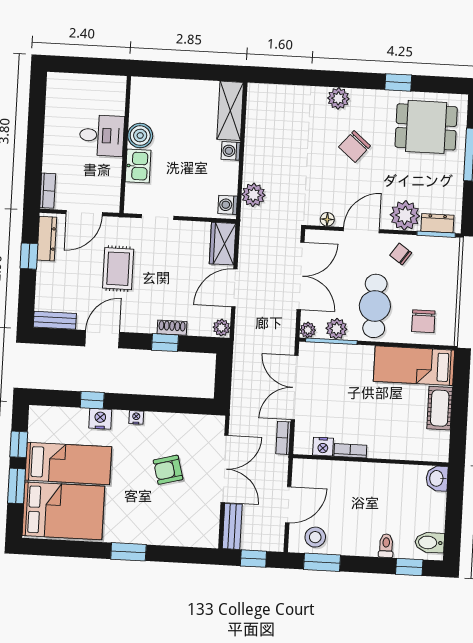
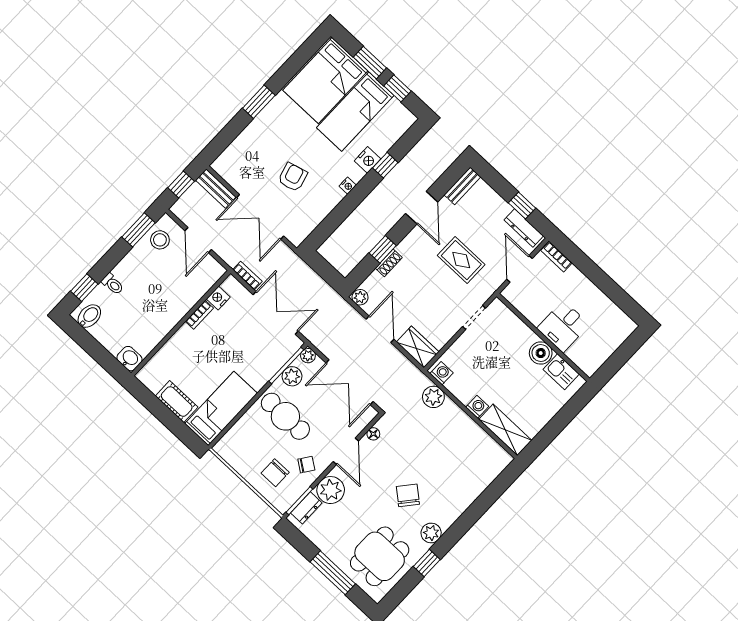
plant: (338, 98) -> (431, 533), moved
kitchen sink: (138, 166) -> (561, 372), moved
chair: (423, 321) -> (275, 473), moved, turned -90

